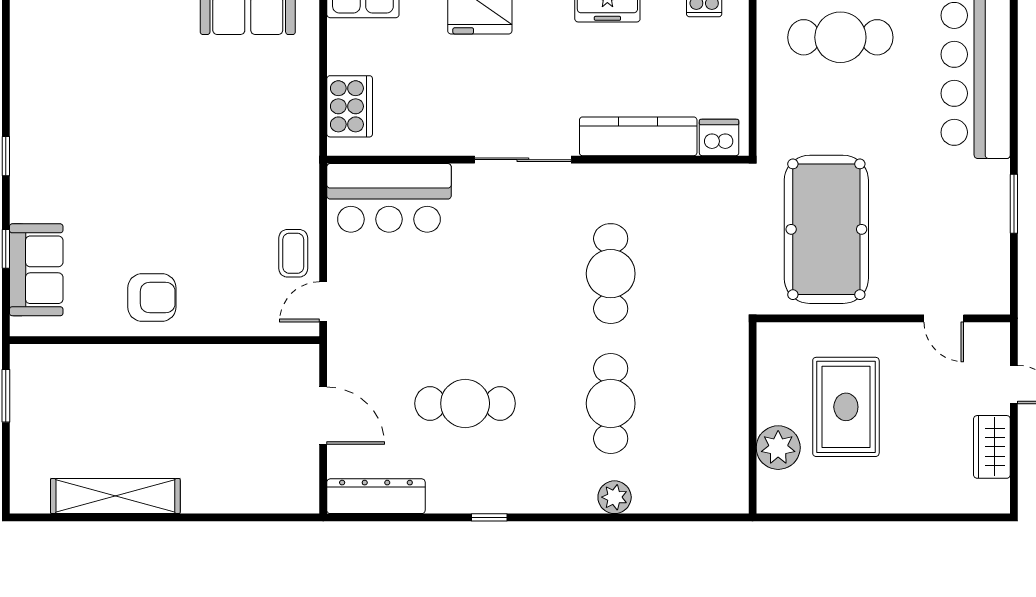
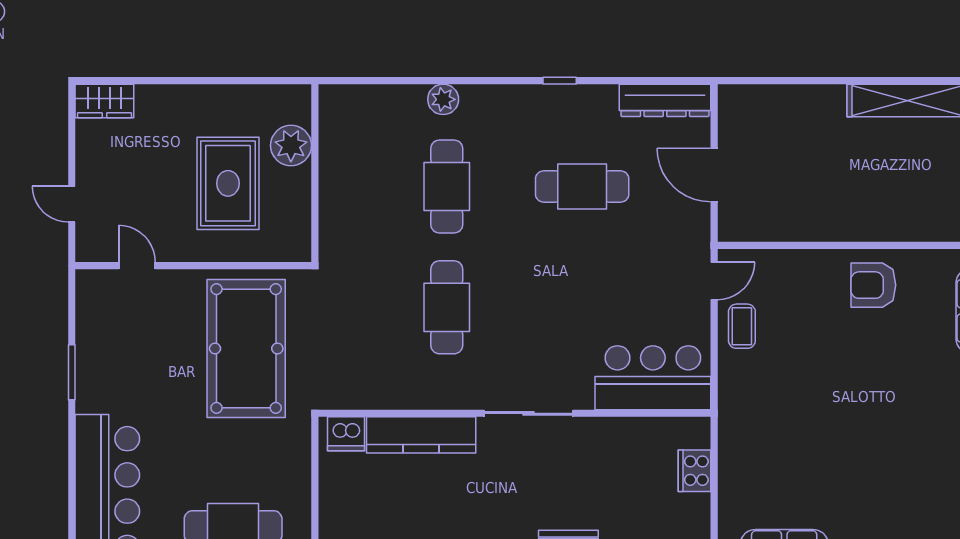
cooker: (350, 106) -> (694, 471), width x0.73, depth x0.76
wardrobe: (992, 447) -> (104, 101), moved, turned 90

